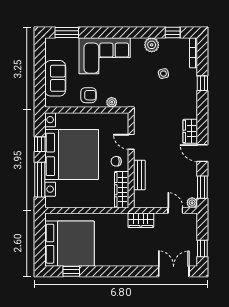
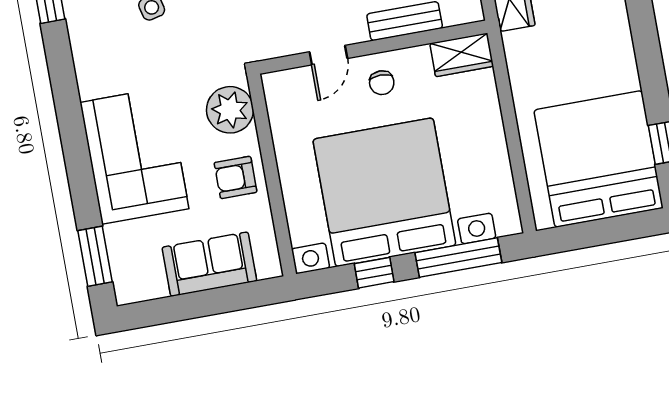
plant: (152, 45) -> (88, 48), removed
armchair: (88, 95) -> (236, 177), turned -90
plant: (112, 102) -> (230, 110), width x1.87, depth x1.87
wardrobe: (122, 190) -> (462, 55), width x0.67

